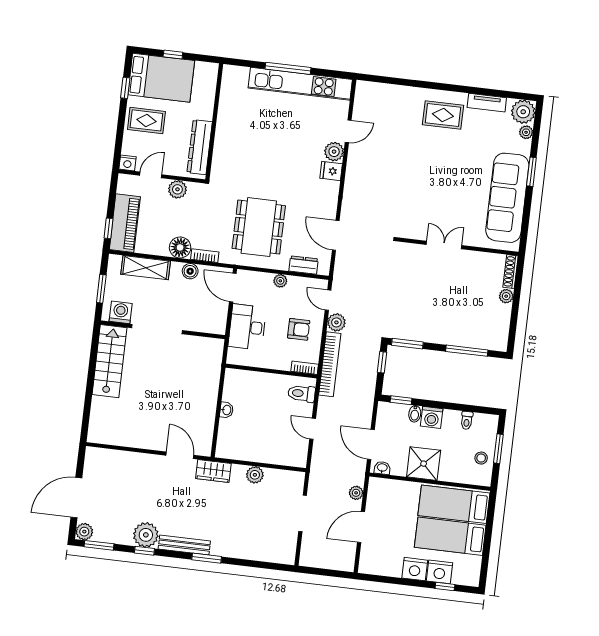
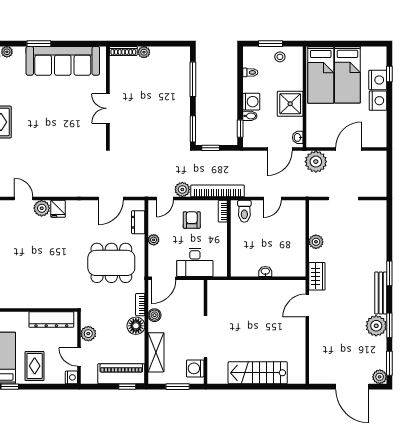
stairs: (109, 361) -> (258, 373), moved
plant: (356, 493) -> (316, 162), width x1.88, depth x1.88
door: (361, 527) -> (349, 149), swing flipped
window: (144, 551) -> (389, 325), width x1.50

